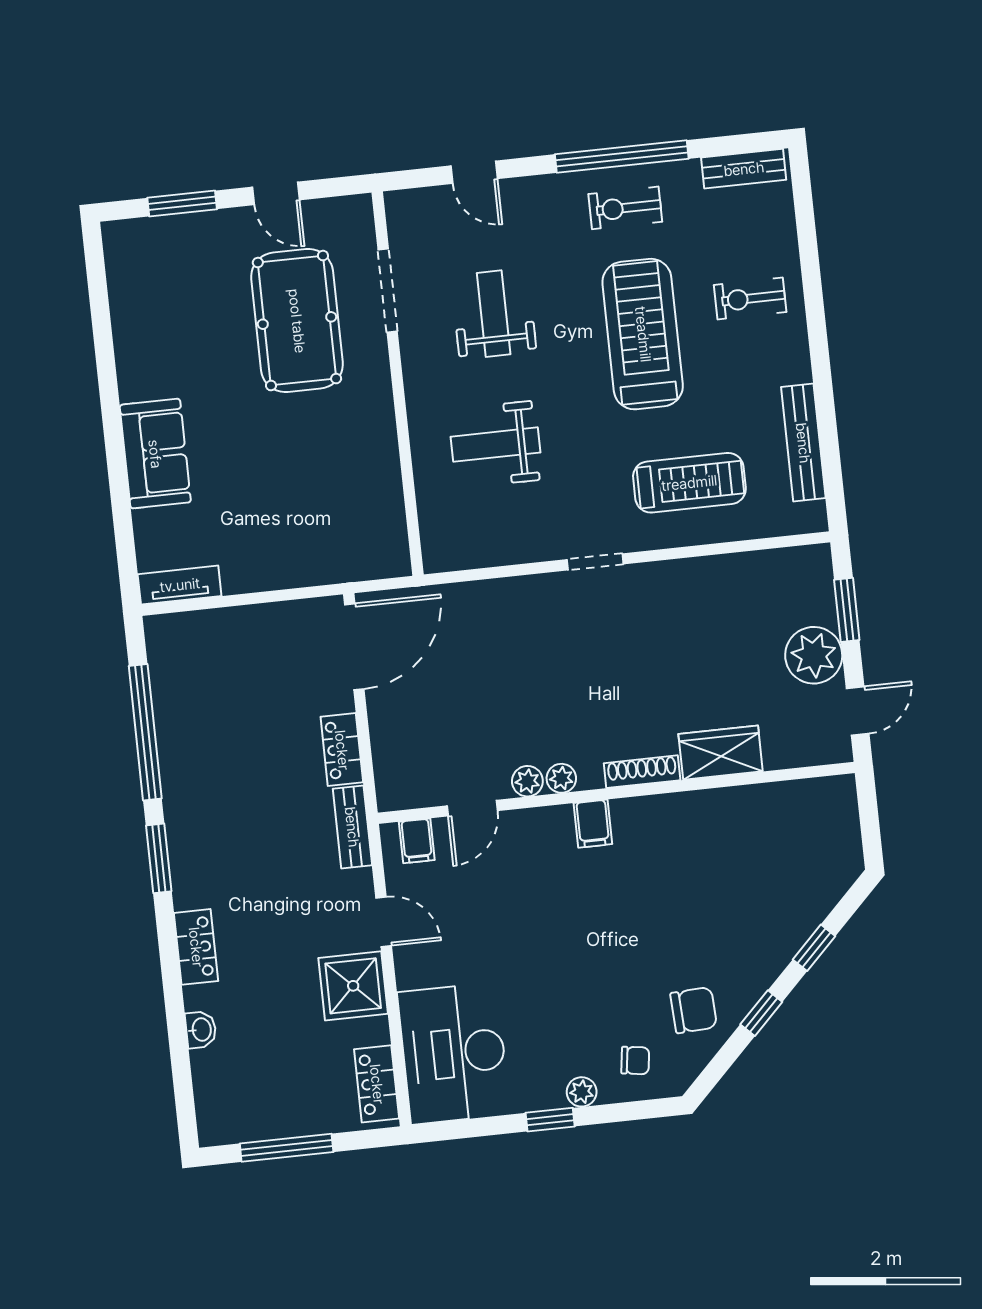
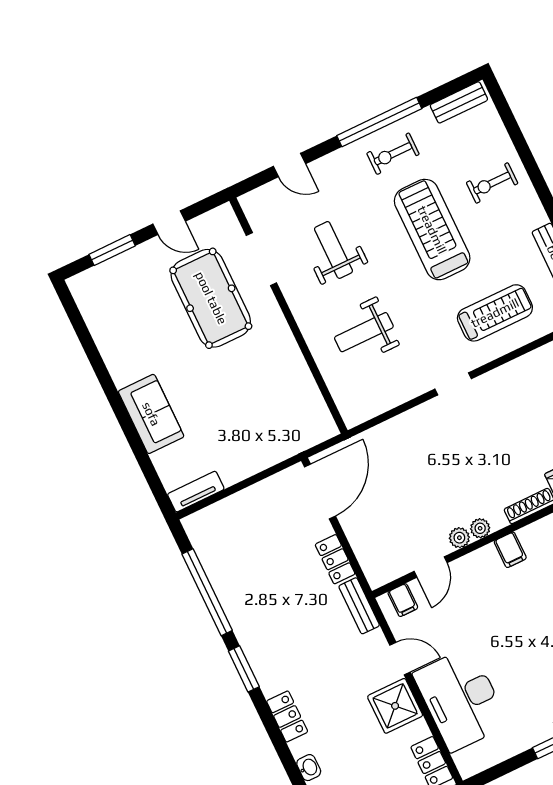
desk: (454, 1053) -> (461, 699), moved

